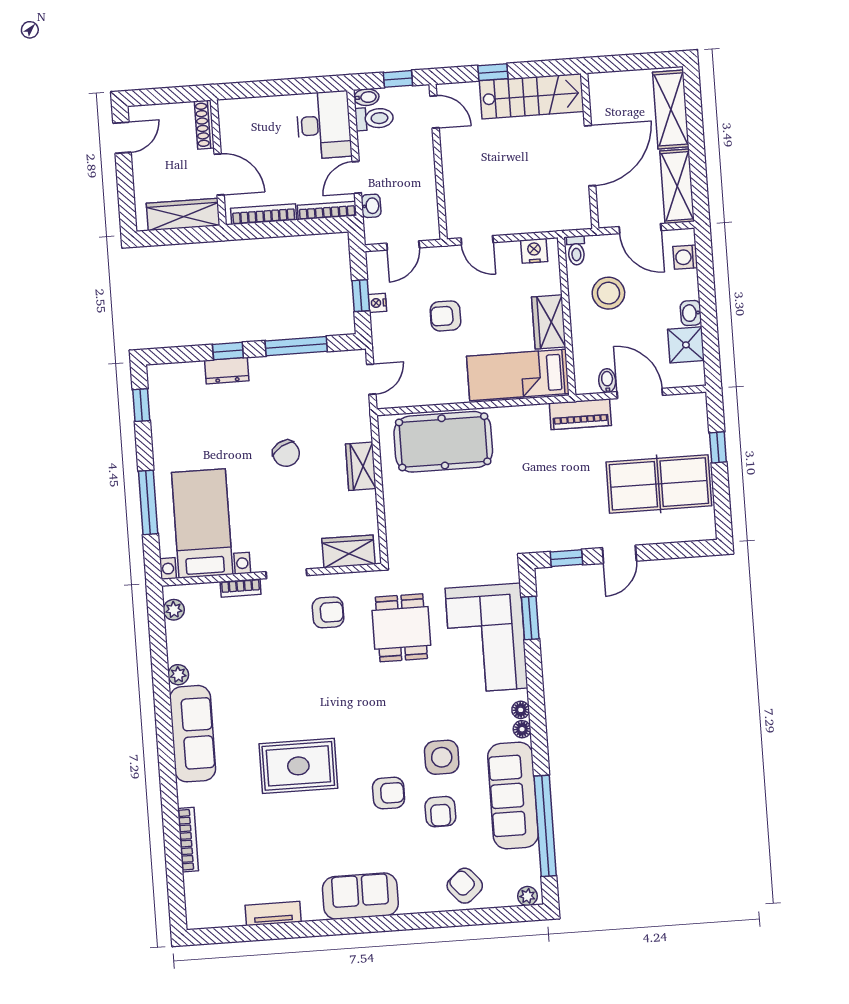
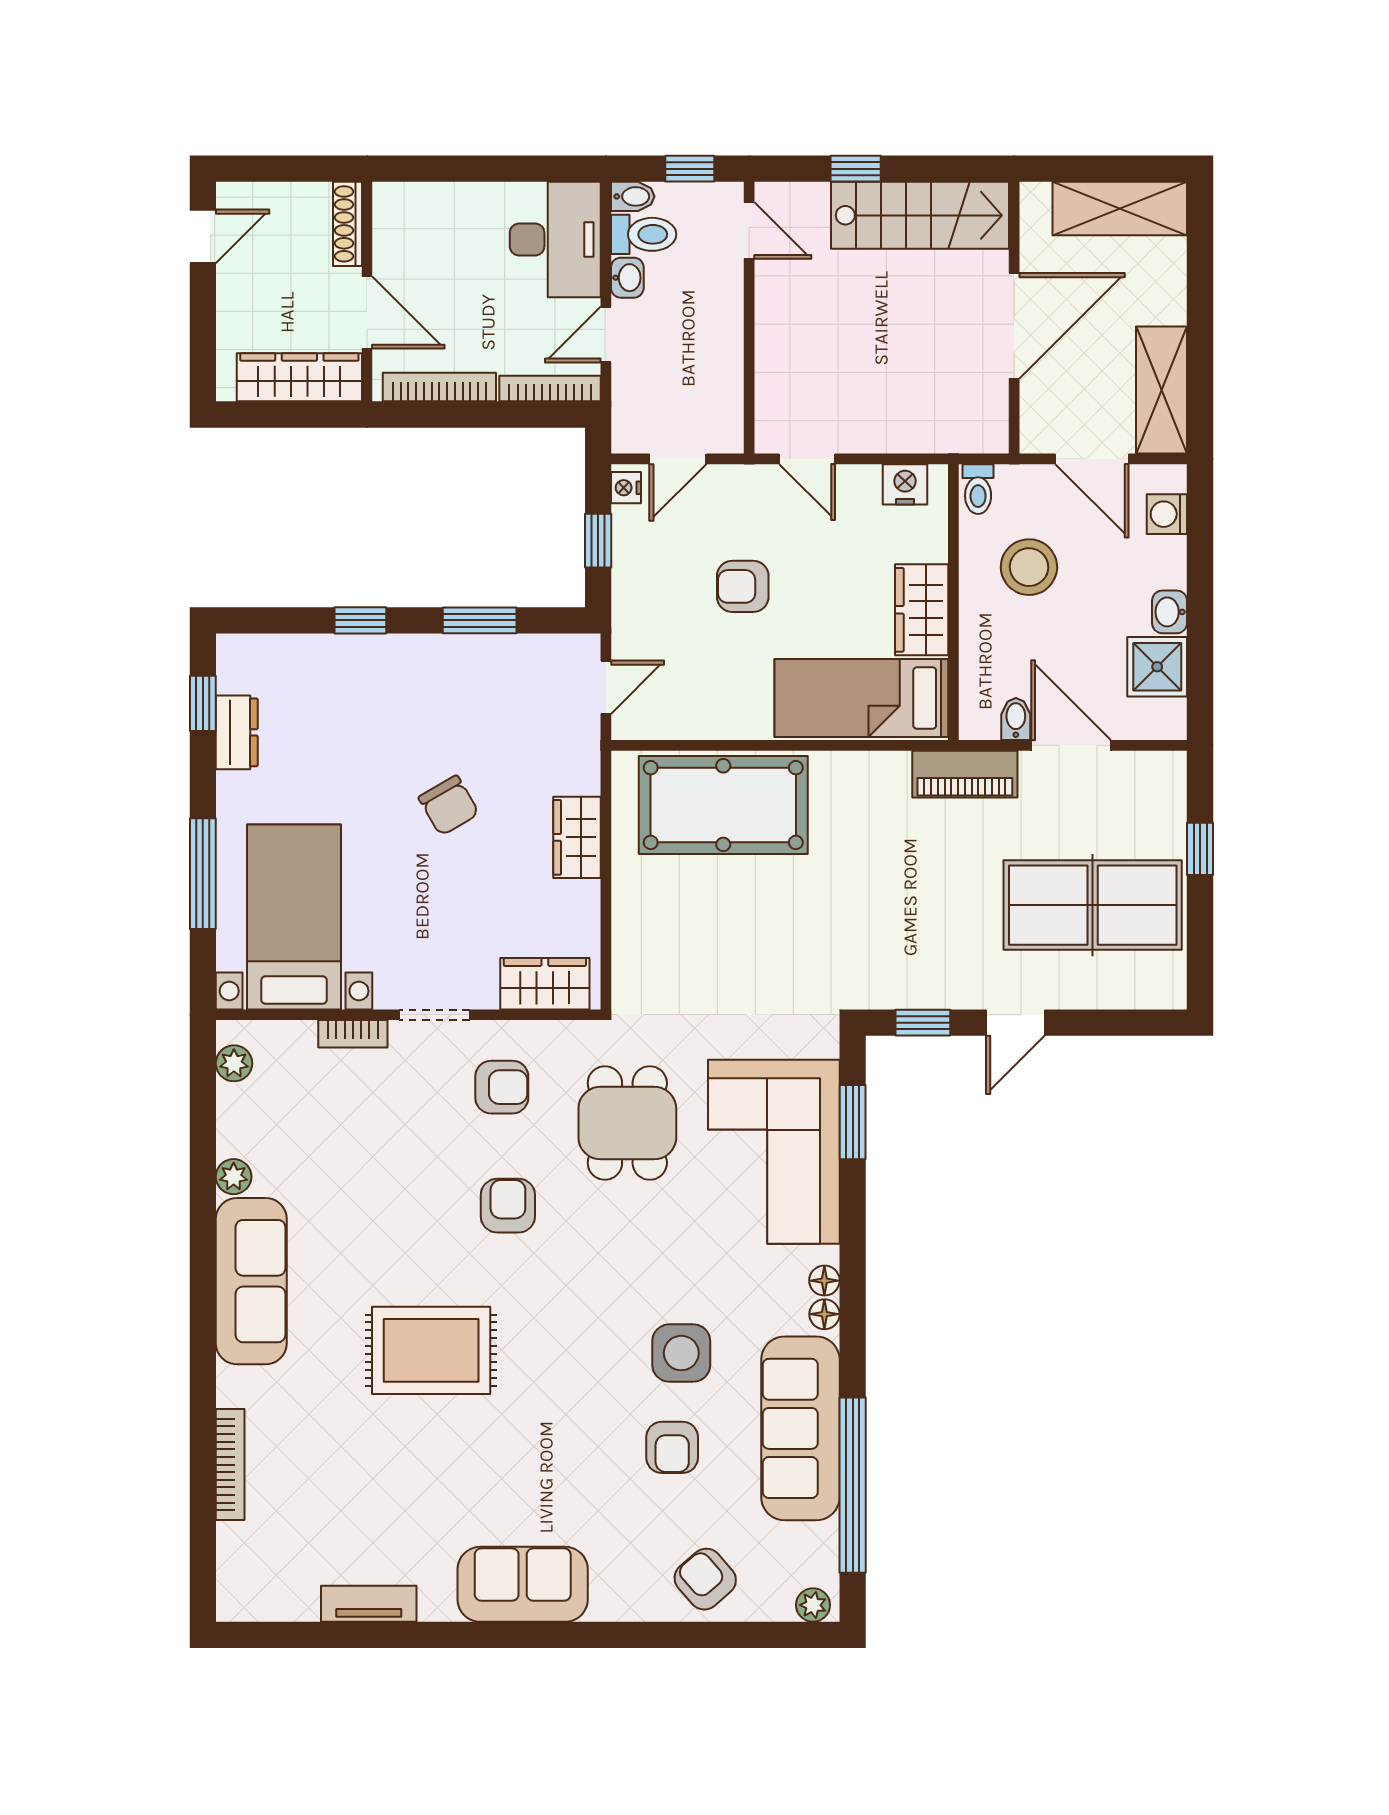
shelving: (671, 109) -> (1120, 209), moved, turned 90
washbasin: (371, 206) -> (627, 278), moved
nightstand: (377, 303) -> (626, 488), moved
window: (296, 346) -> (480, 620), width x0.69
dresser: (227, 371) -> (237, 732), moved, turned -90
armchair: (389, 793) -> (508, 1206), moved, turned -90

